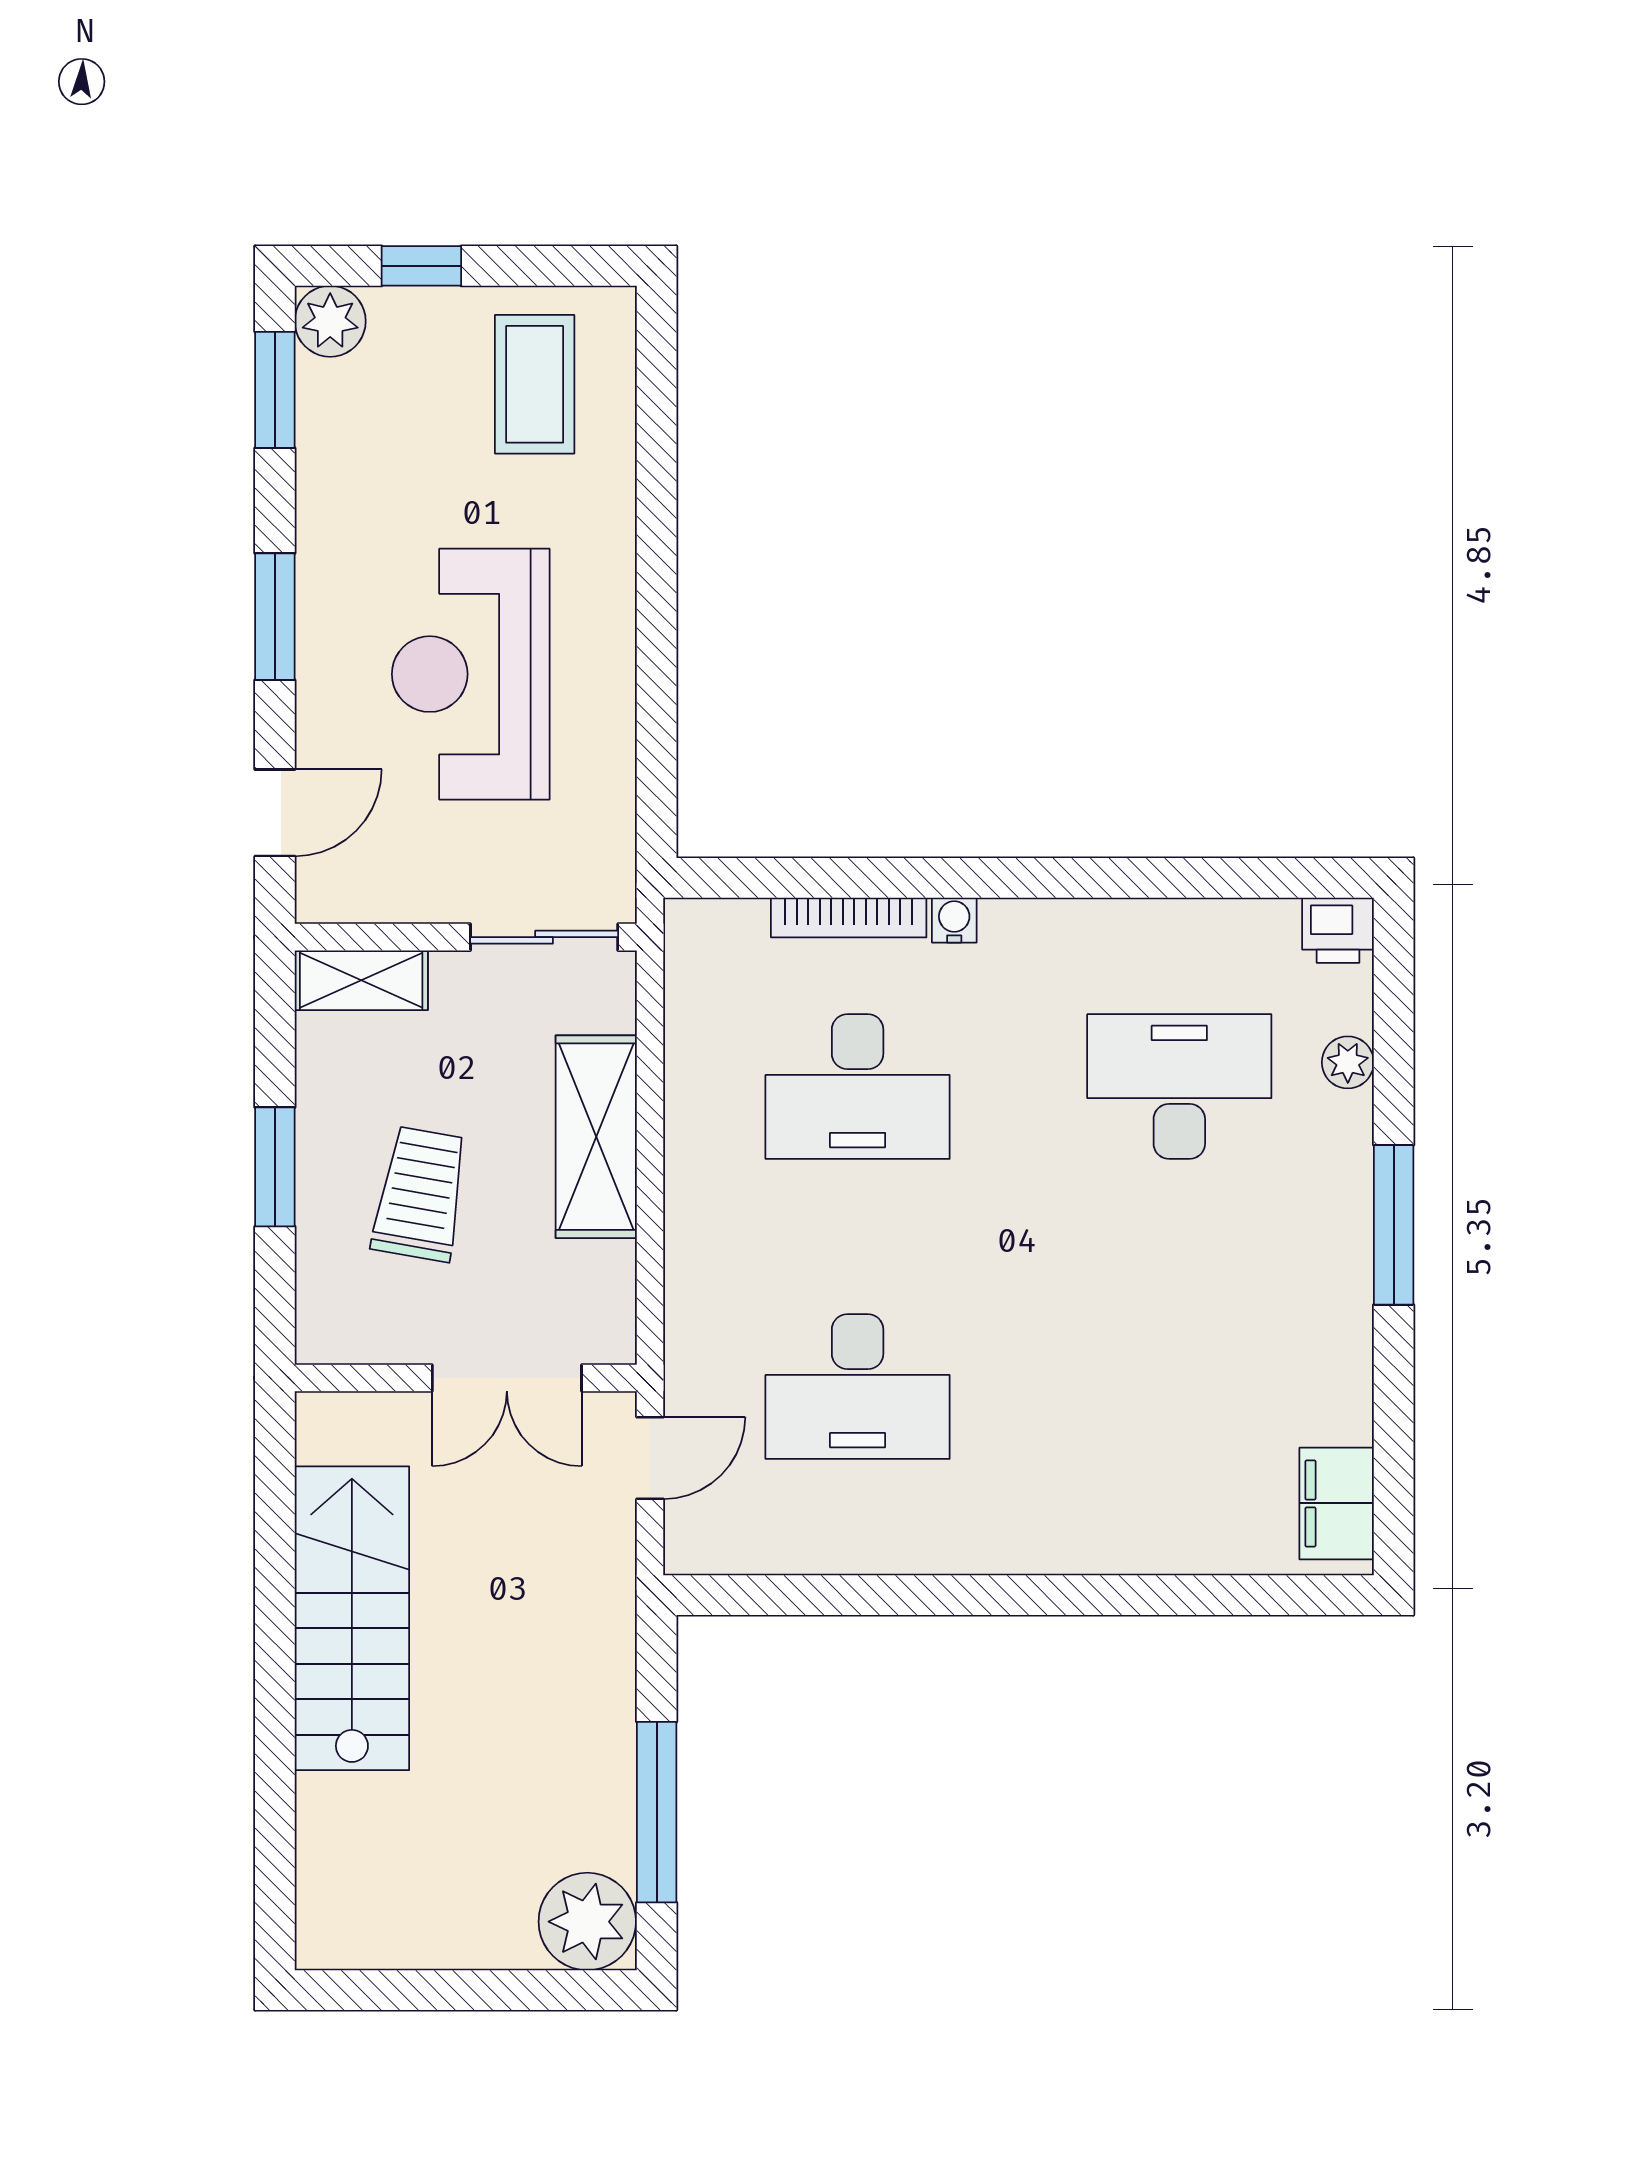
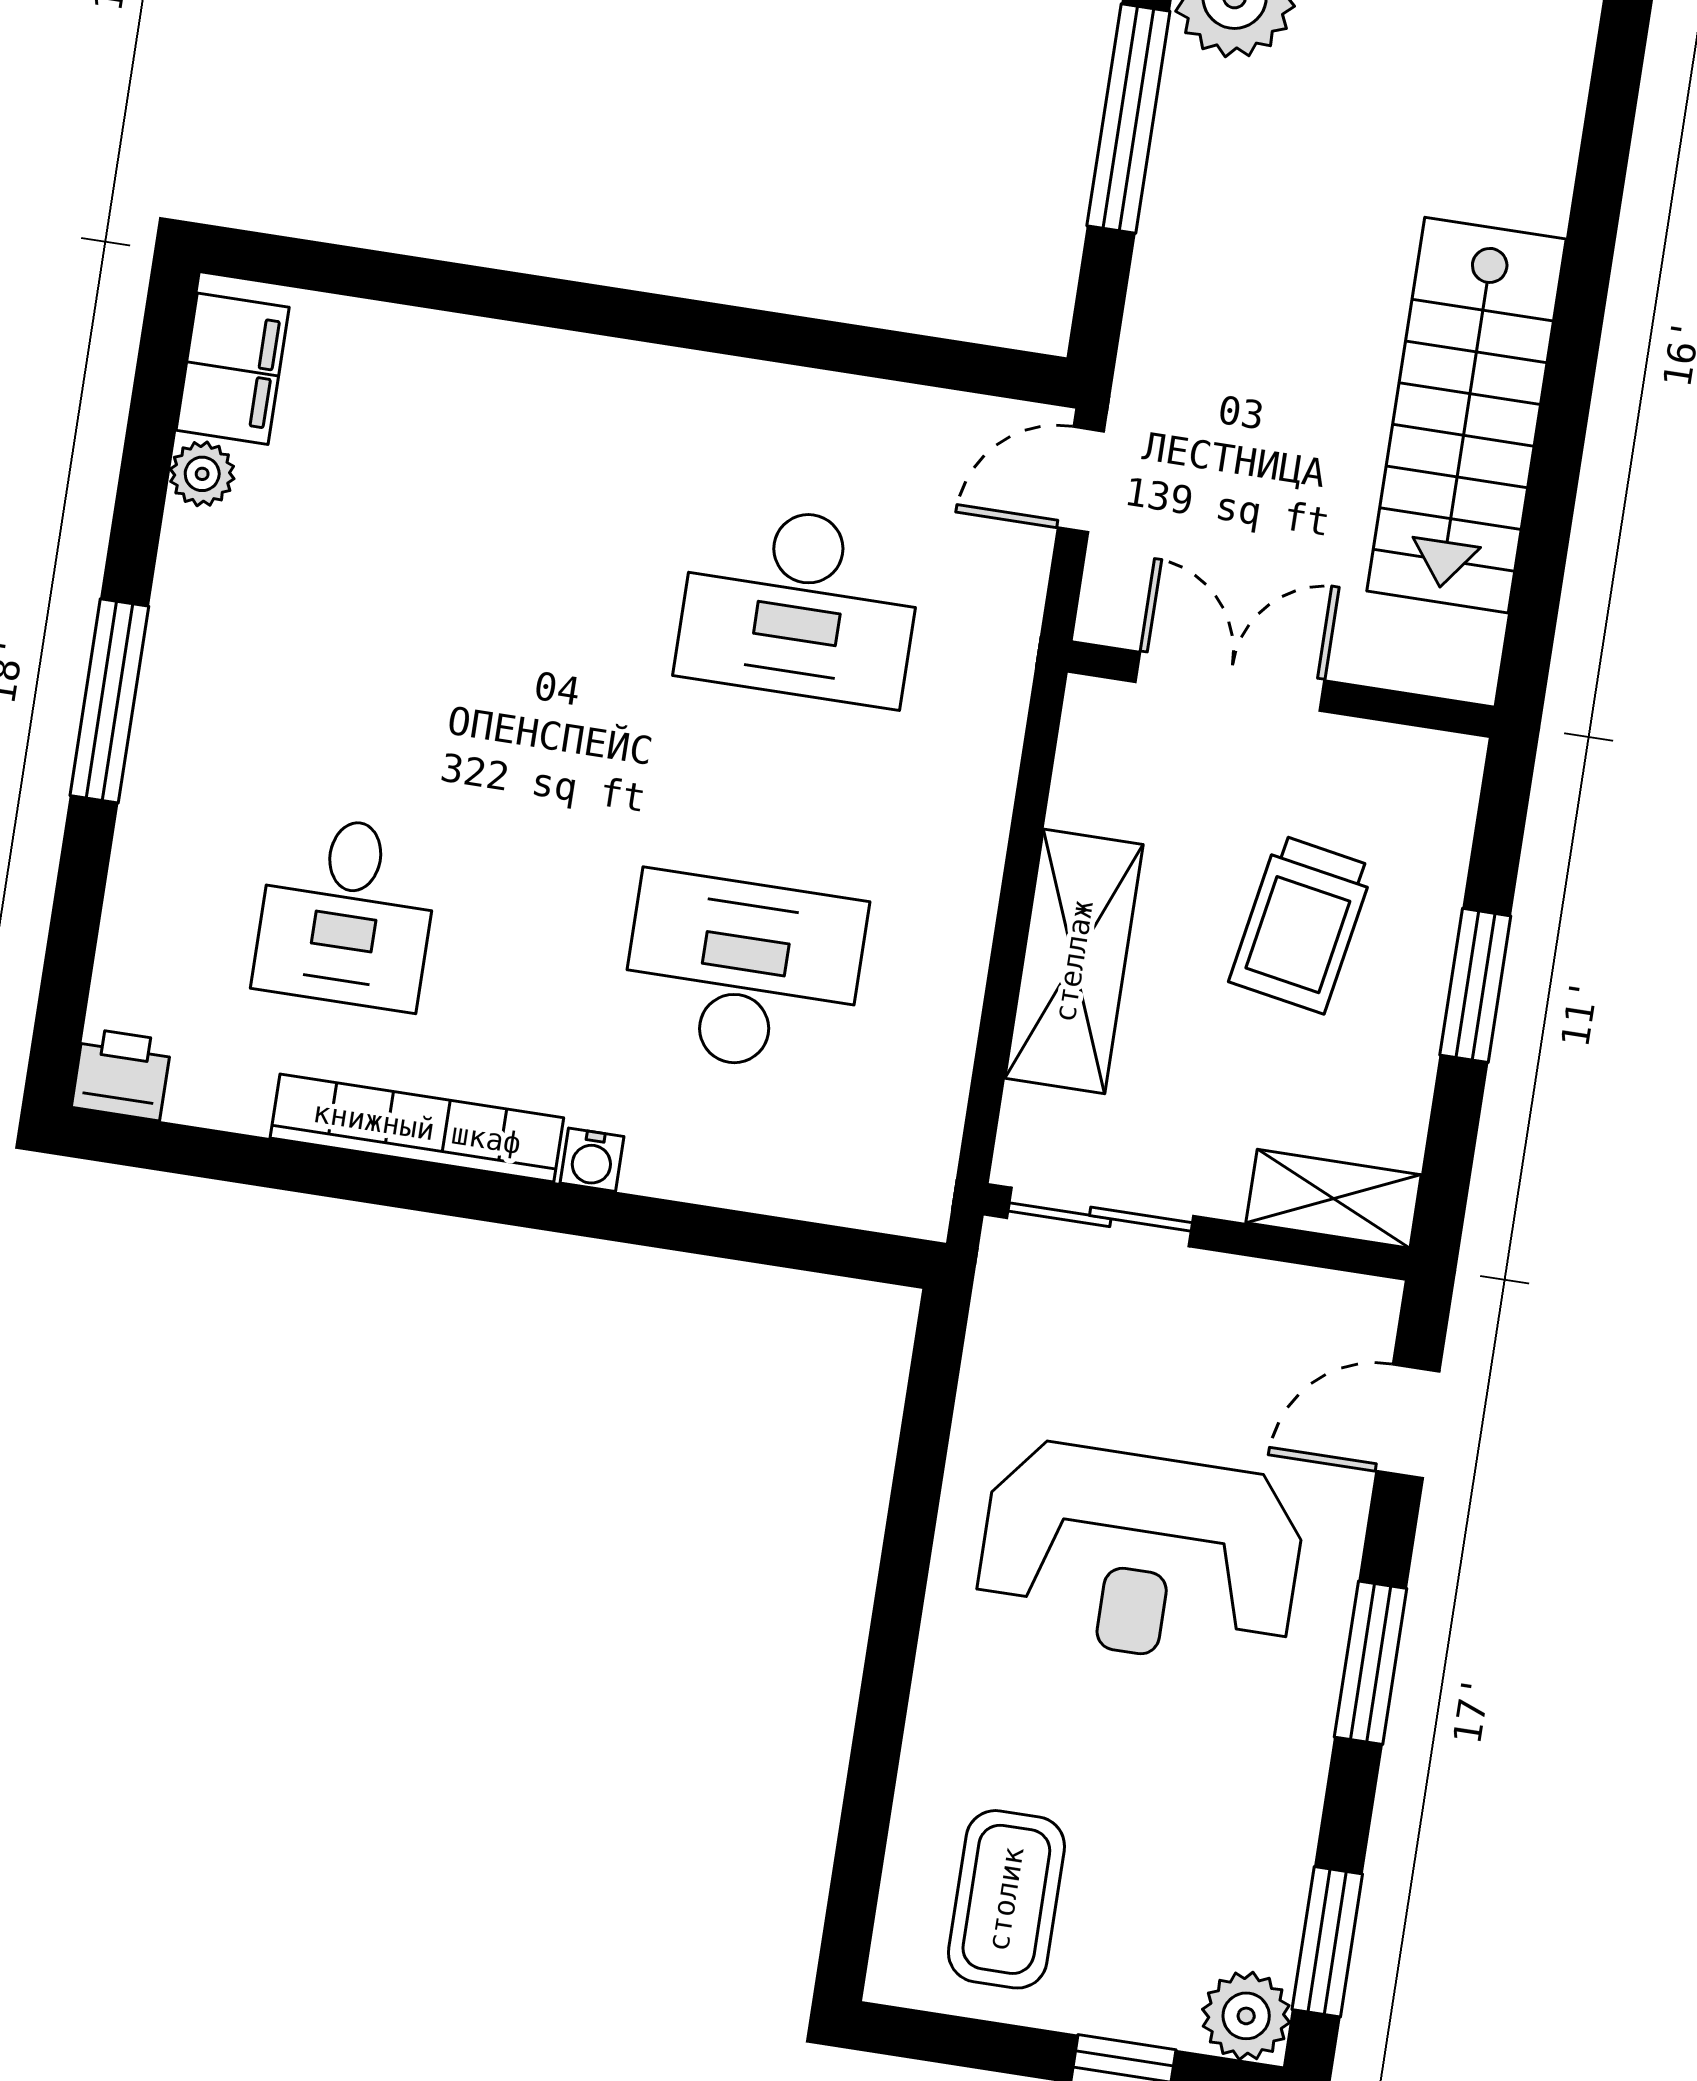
reception desk: (471, 674) -> (1140, 1555), turned 90
bookcase: (849, 918) -> (417, 1128), moved, width x1.48, depth x1.31
plant: (1348, 1062) -> (202, 474), moved
desk: (1179, 1087) -> (347, 912), width x0.73
desk: (858, 1387) -> (800, 604), turned 180
door: (650, 1458) -> (1081, 480), moved

